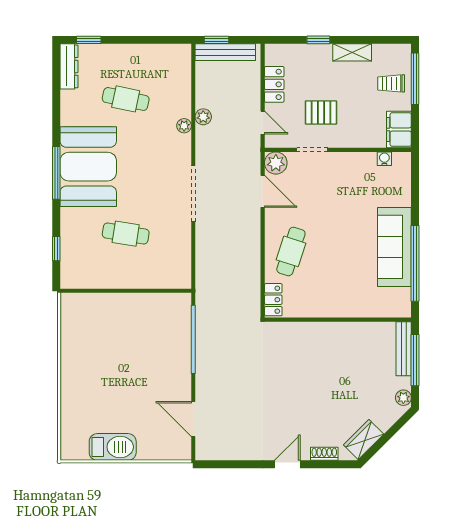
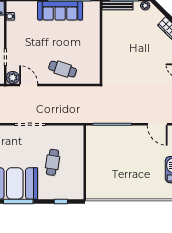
door: (263, 191) -> (29, 85), hinge flipped
locker: (273, 300) -> (90, 79), removed
door: (193, 419) -> (157, 124), hinge flipped

